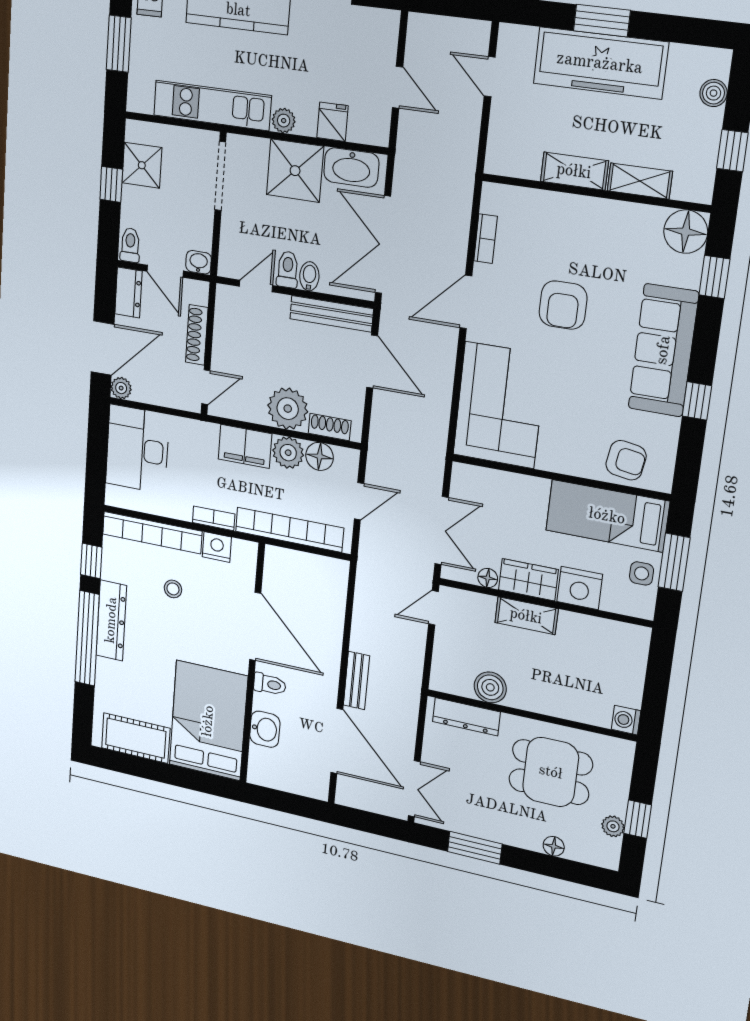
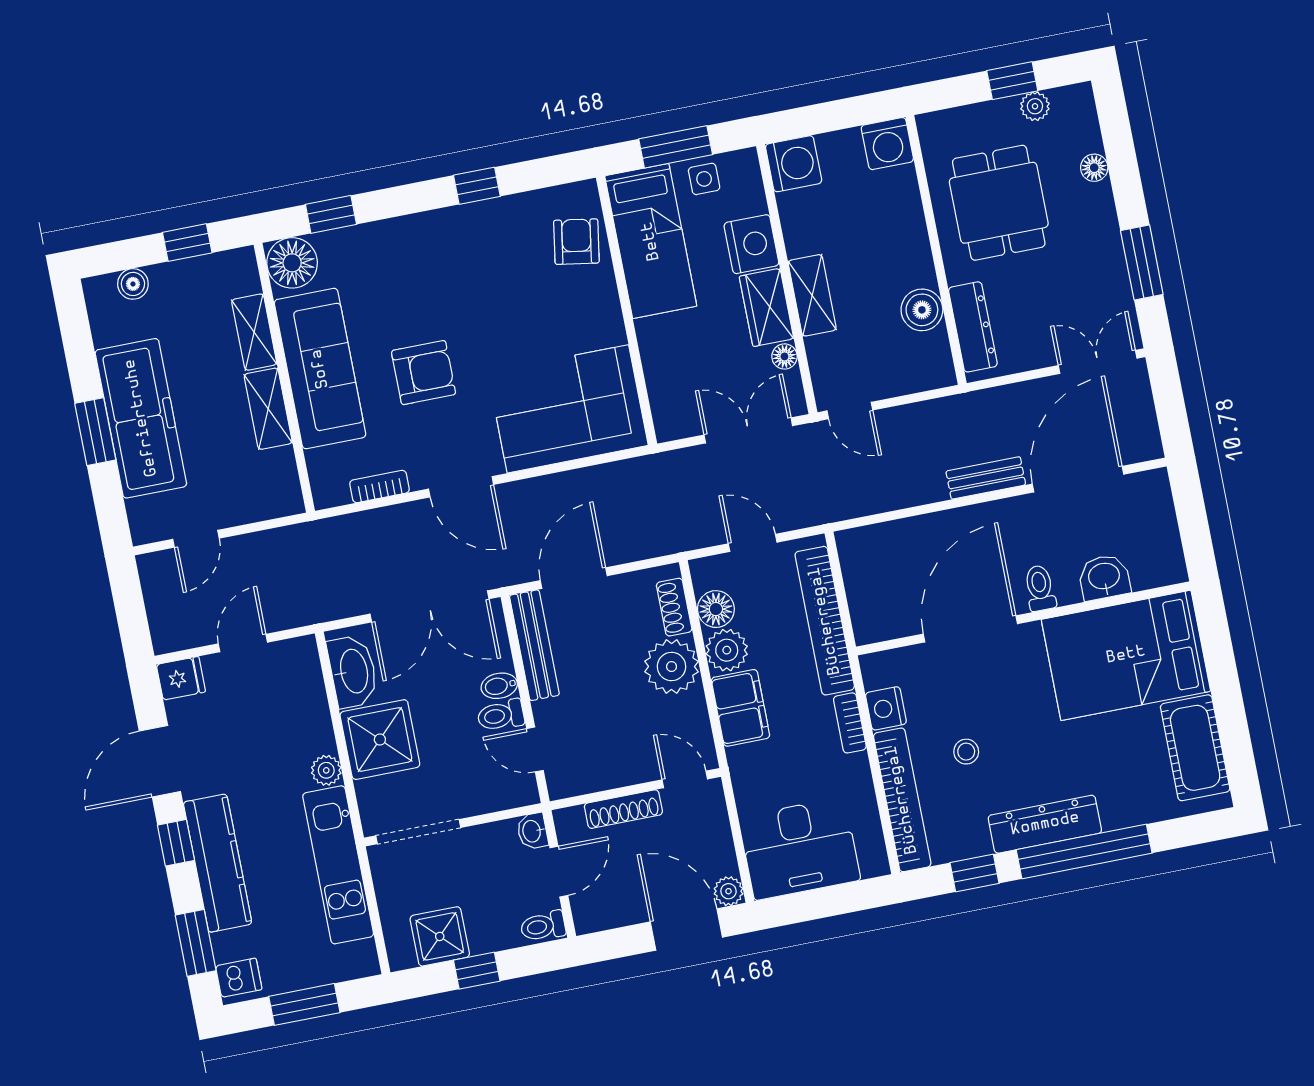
fridge: (332, 122) -> (181, 678), moved, turned 180
dresser: (128, 292) -> (603, 913), removed
sofa: (663, 350) -> (320, 369), moved, turned -90
washing machine: (630, 642) -> (794, 164), added
washing machine: (626, 720) -> (887, 144), width x1.38, depth x1.38

